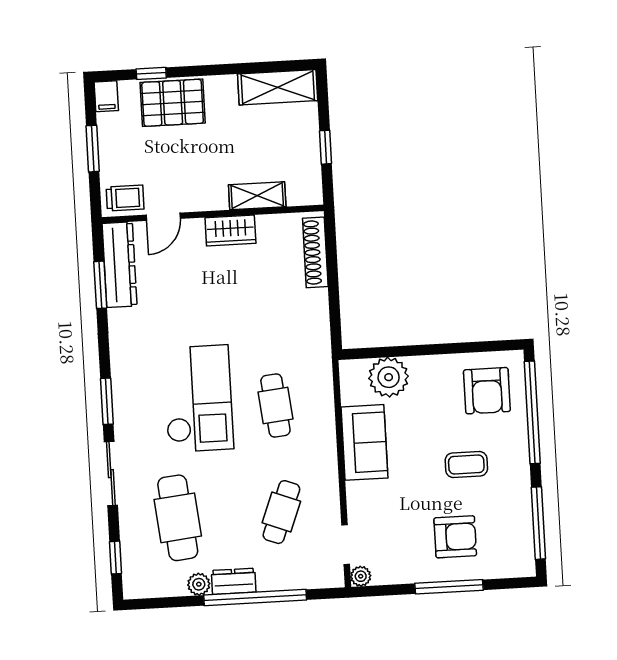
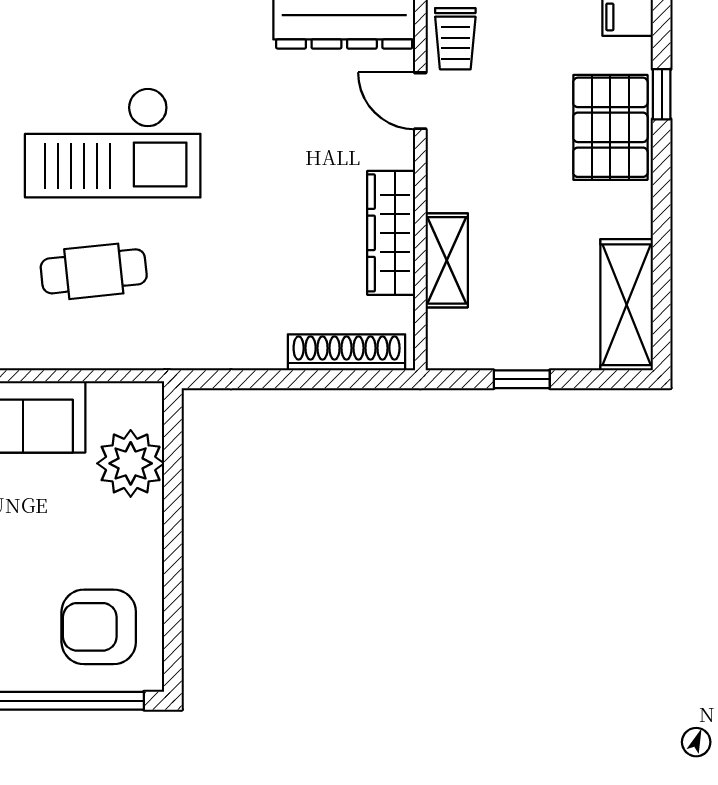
wardrobe: (230, 230) -> (391, 233), width x1.50

